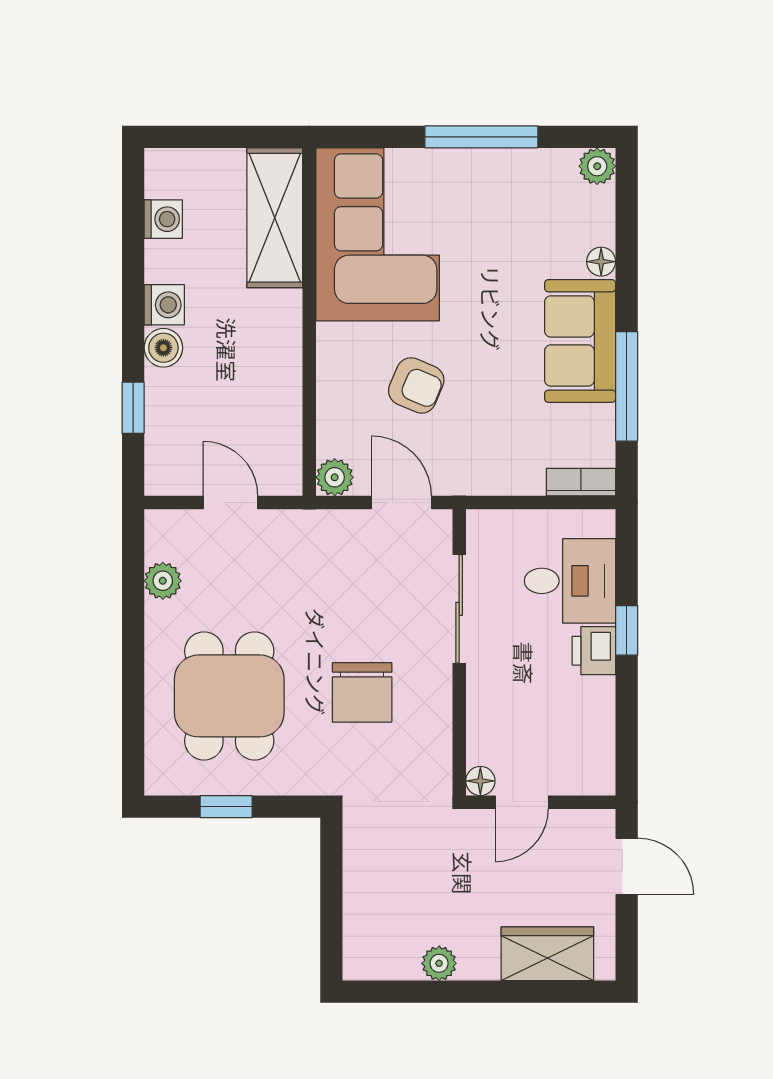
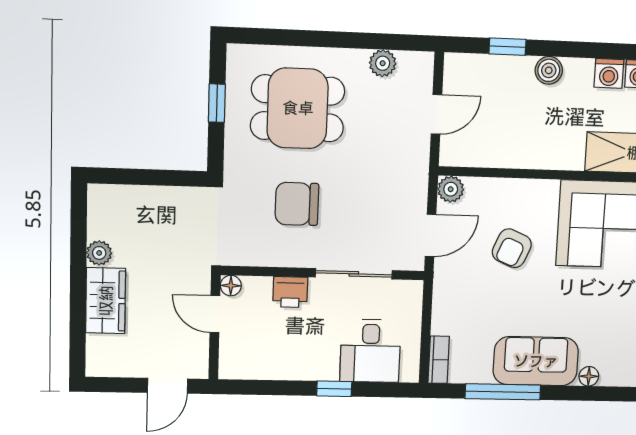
washing machine: (164, 305) -> (609, 73), moved
printer: (594, 651) -> (290, 292), moved, turned 180
wardrobe: (547, 954) -> (106, 301), moved

